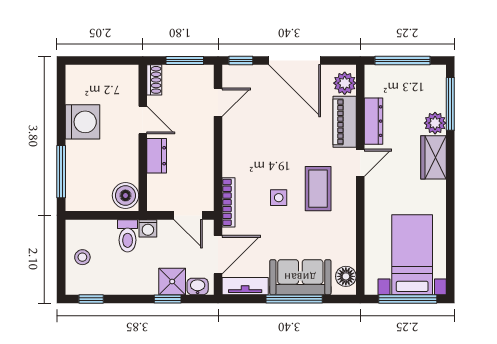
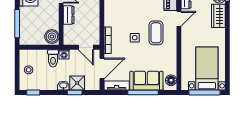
washbasin: (198, 286) -> (63, 86), moved

